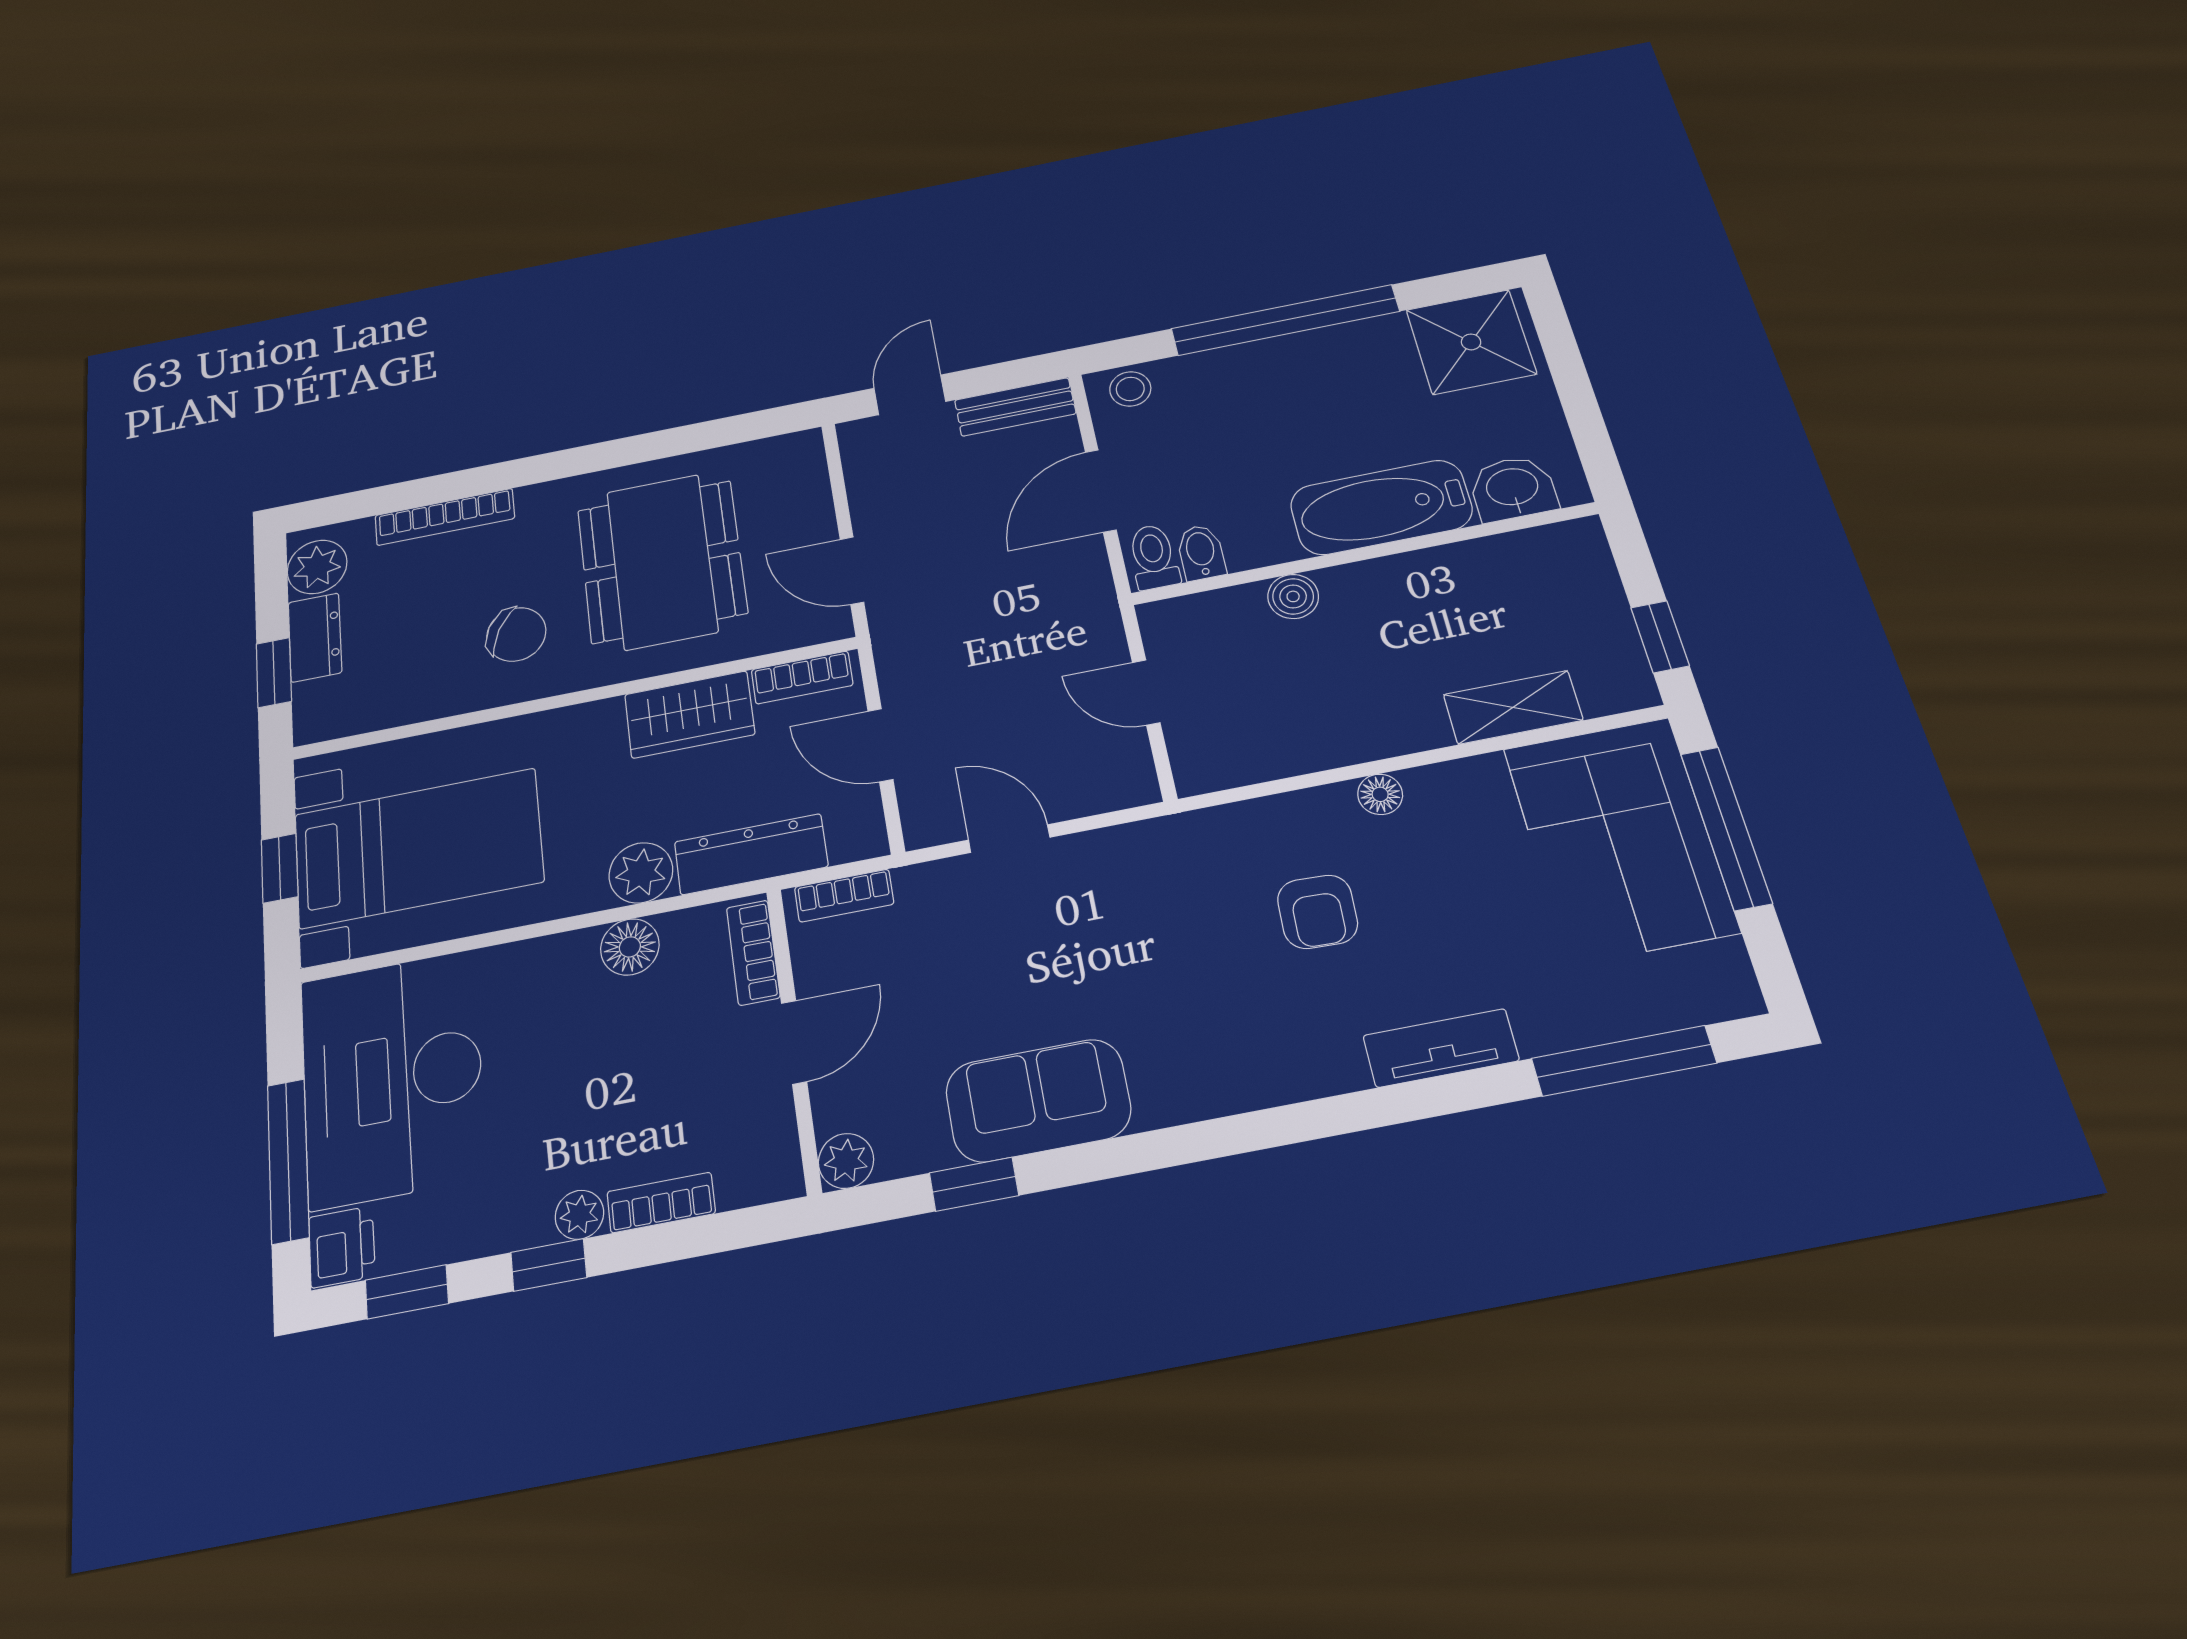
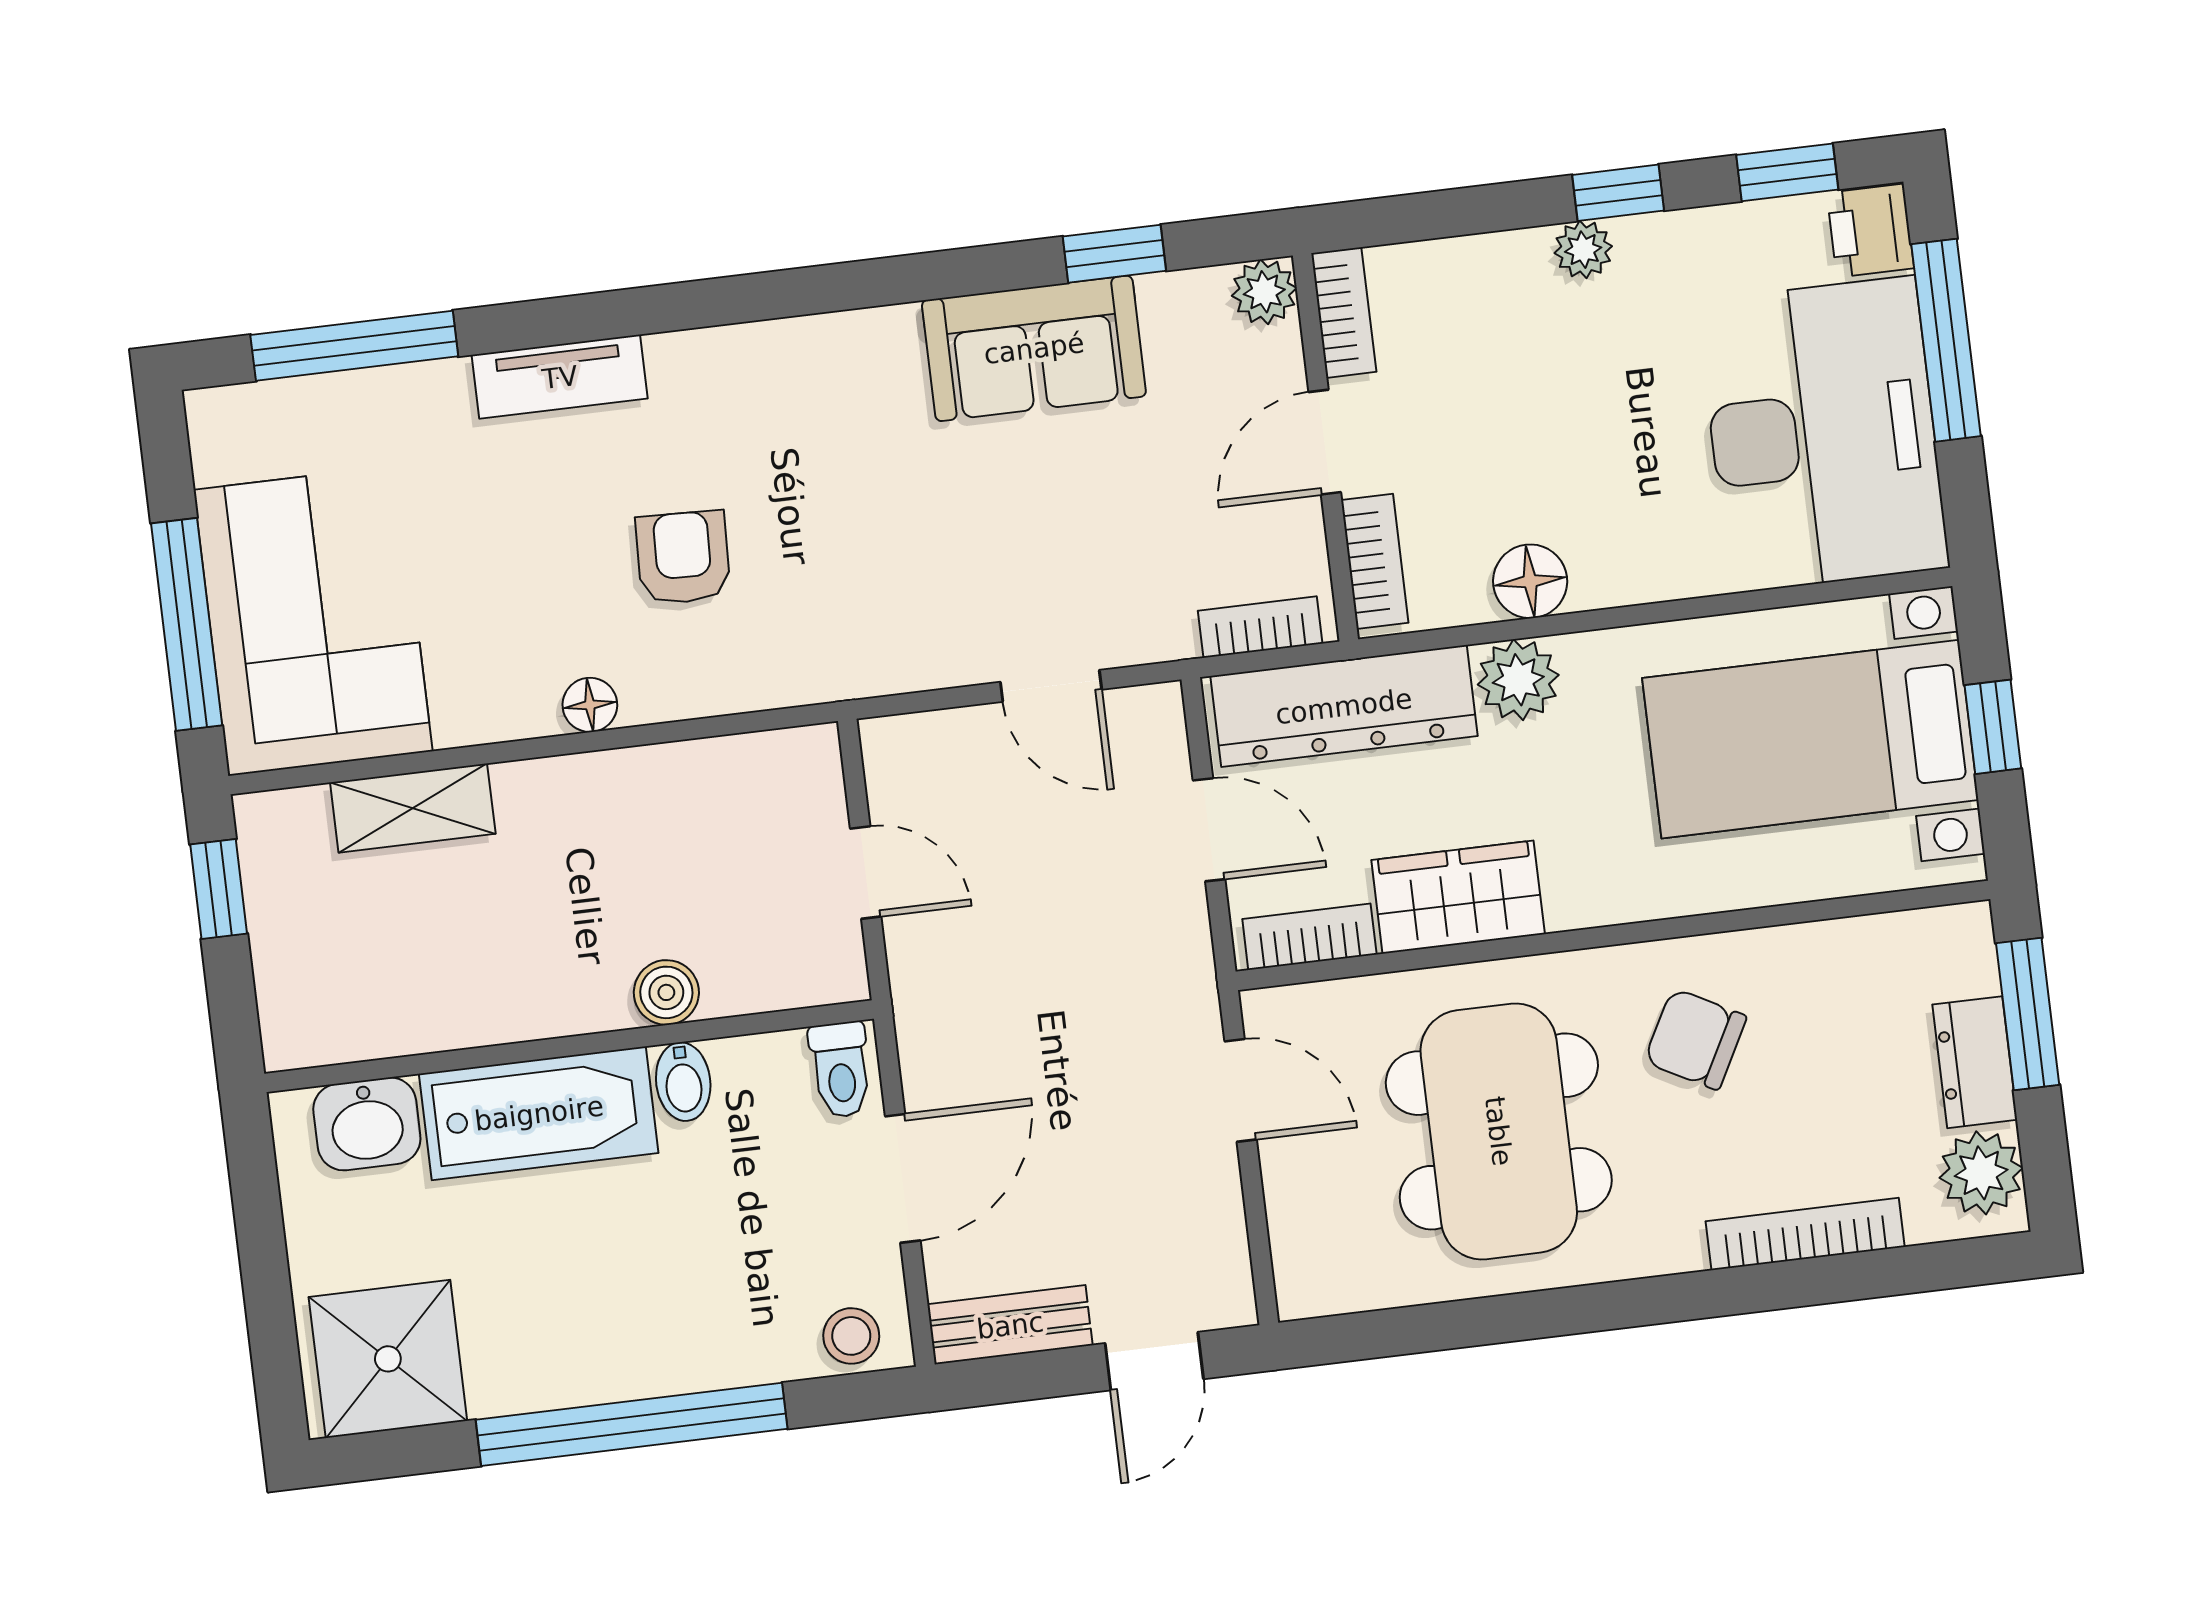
bidet: (1201, 552) -> (683, 1082), moved
window: (274, 672) -> (2028, 1014), width x1.50
dresser: (751, 854) -> (1344, 706), width x1.37, depth x1.24
bookcase: (661, 1203) -> (1344, 313), moved, turned -90

